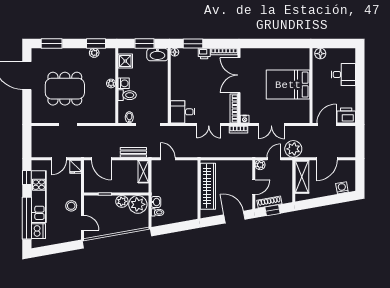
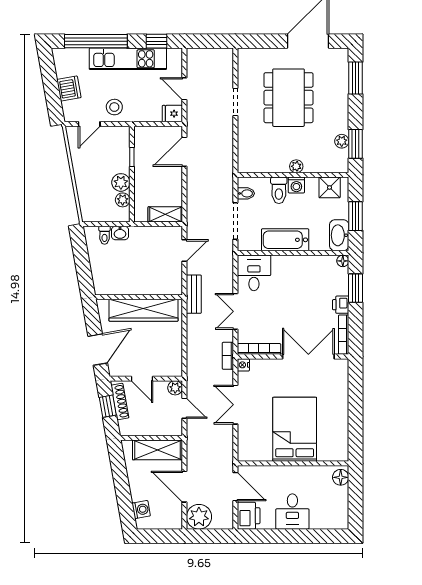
desk: (343, 74) -> (292, 512), moved
bathtub: (161, 91) -> (285, 240), added
plant: (293, 149) -> (199, 517), moved
bench: (133, 152) -> (194, 294), moved
plant: (138, 204) -> (123, 200), width x0.53, depth x0.53
dishwasher: (38, 231) -> (69, 89), moved, turned -100

